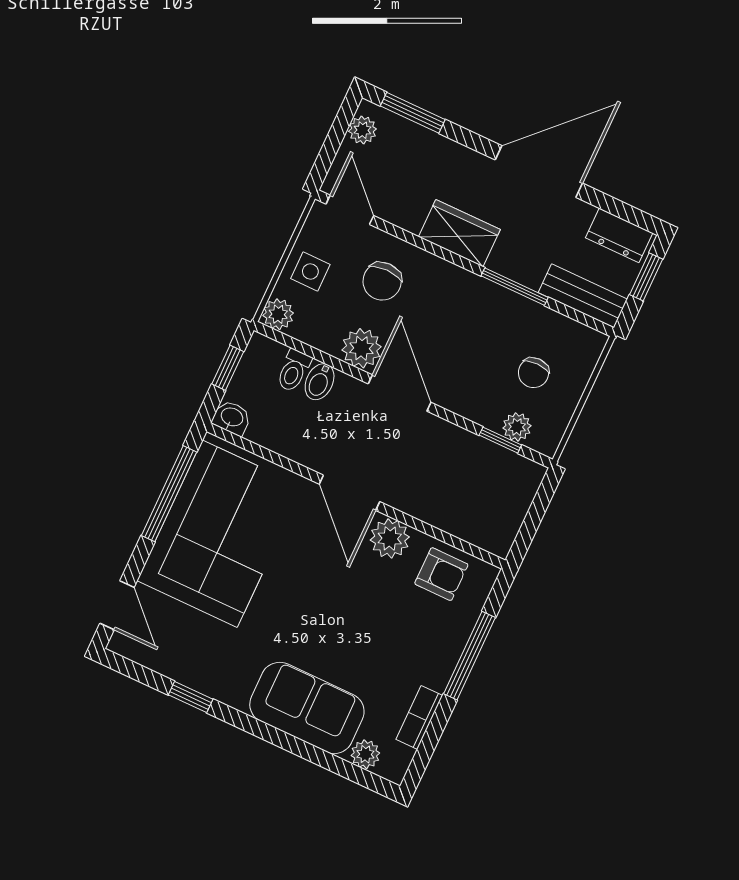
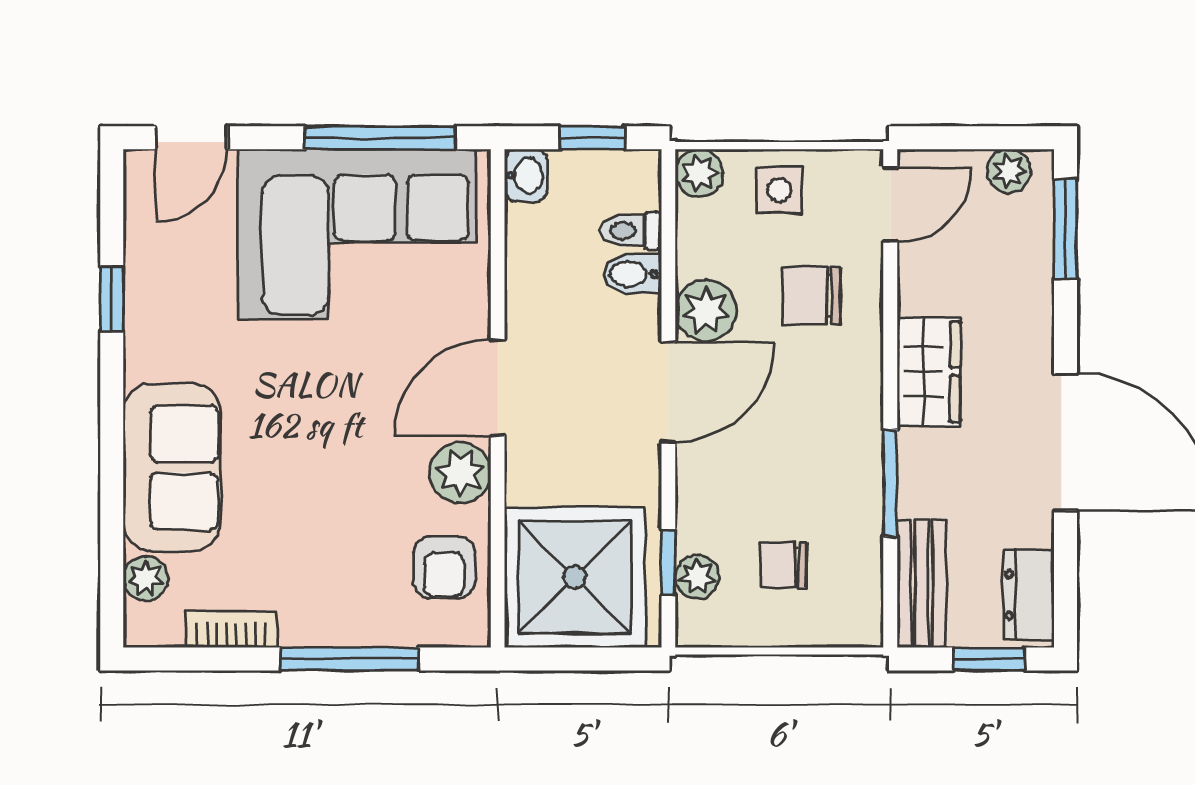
shower: (483, 500) -> (575, 577), added

